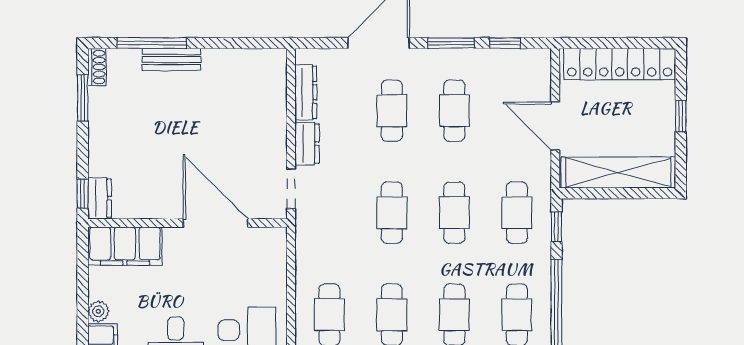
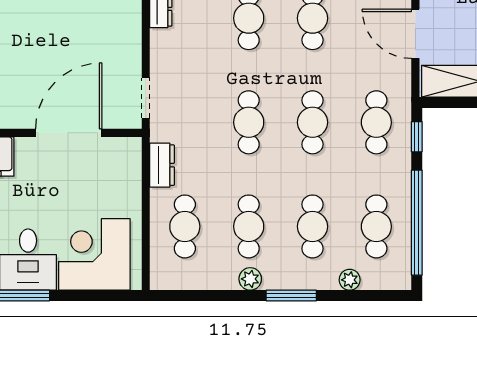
dresser: (307, 144) -> (162, 165), moved
door: (216, 223) -> (69, 133), hinge flipped

